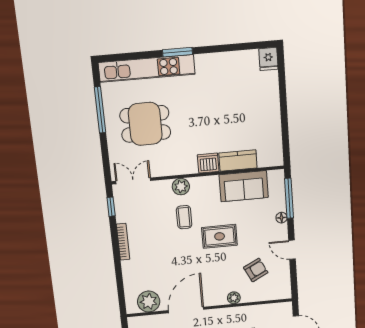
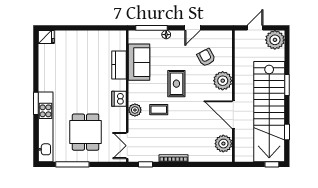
dishwasher: (208, 163) -> (119, 99), moved
plant: (234, 298) -> (223, 81), width x1.88, depth x1.88

